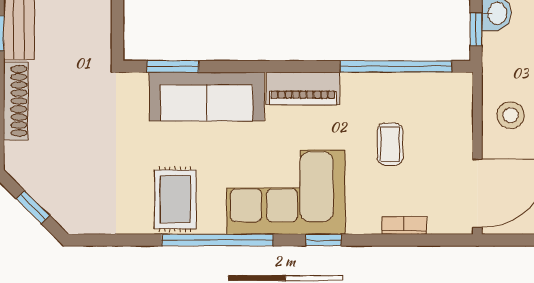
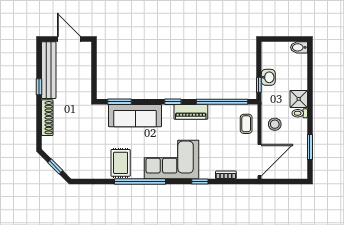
window: (289, 66) -> (173, 102), added
piano: (303, 88) -> (191, 112), moved
coffee table: (390, 144) -> (246, 124), moved
window: (324, 240) -> (200, 182), moved

